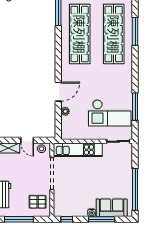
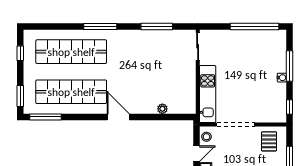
window: (135, 31) -> (100, 26), moved
door: (58, 92) -> (118, 117), moved
checkout: (110, 113) -> (164, 56), removed
sofa: (112, 208) -> (276, 54), removed

